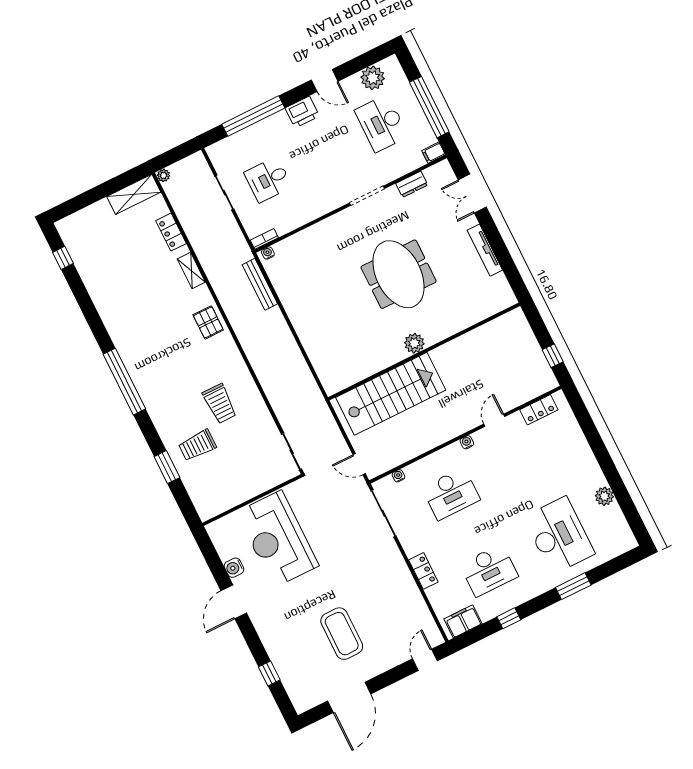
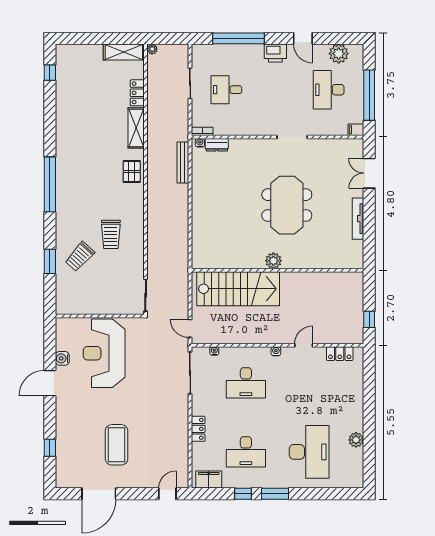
dresser: (412, 184) -> (217, 145), moved
shelving: (191, 271) -> (136, 128), width x1.50, depth x1.33
trolley: (197, 445) -> (80, 257), turned -48
window: (573, 586) -> (275, 494), moved

